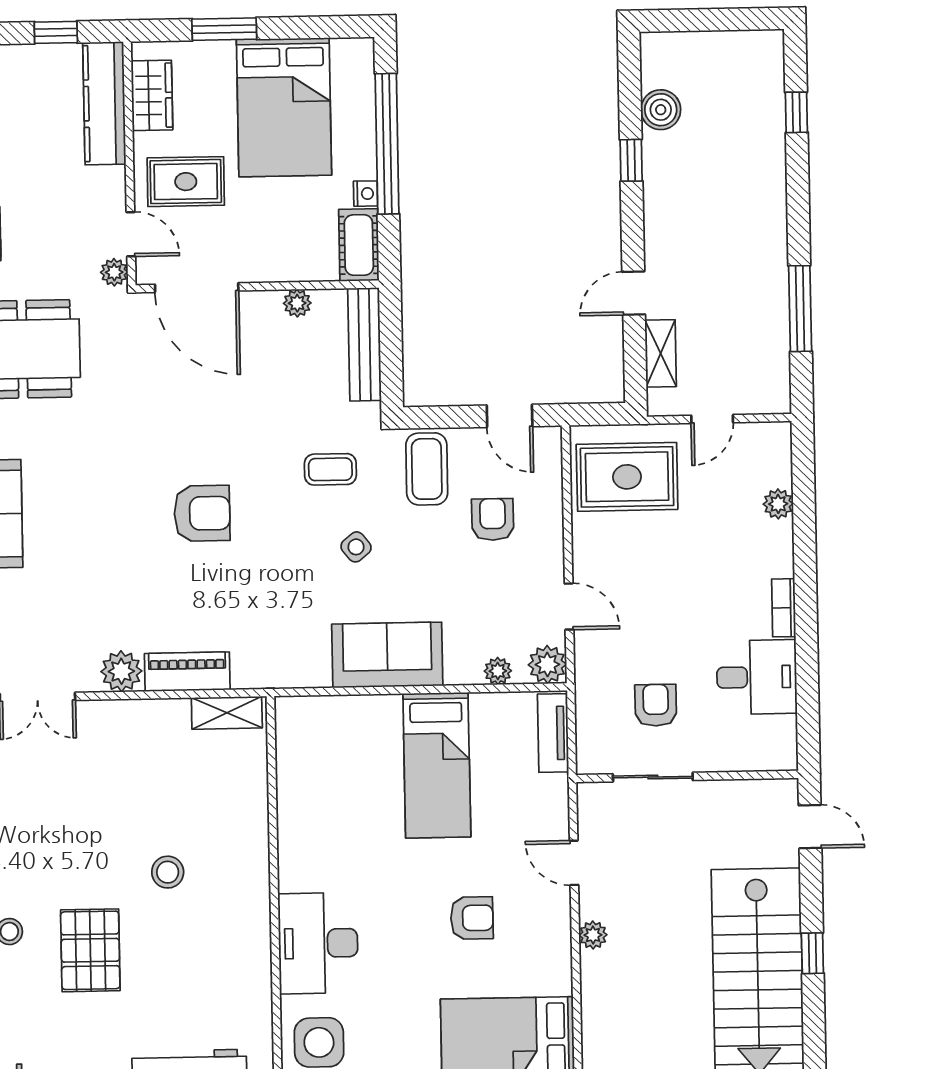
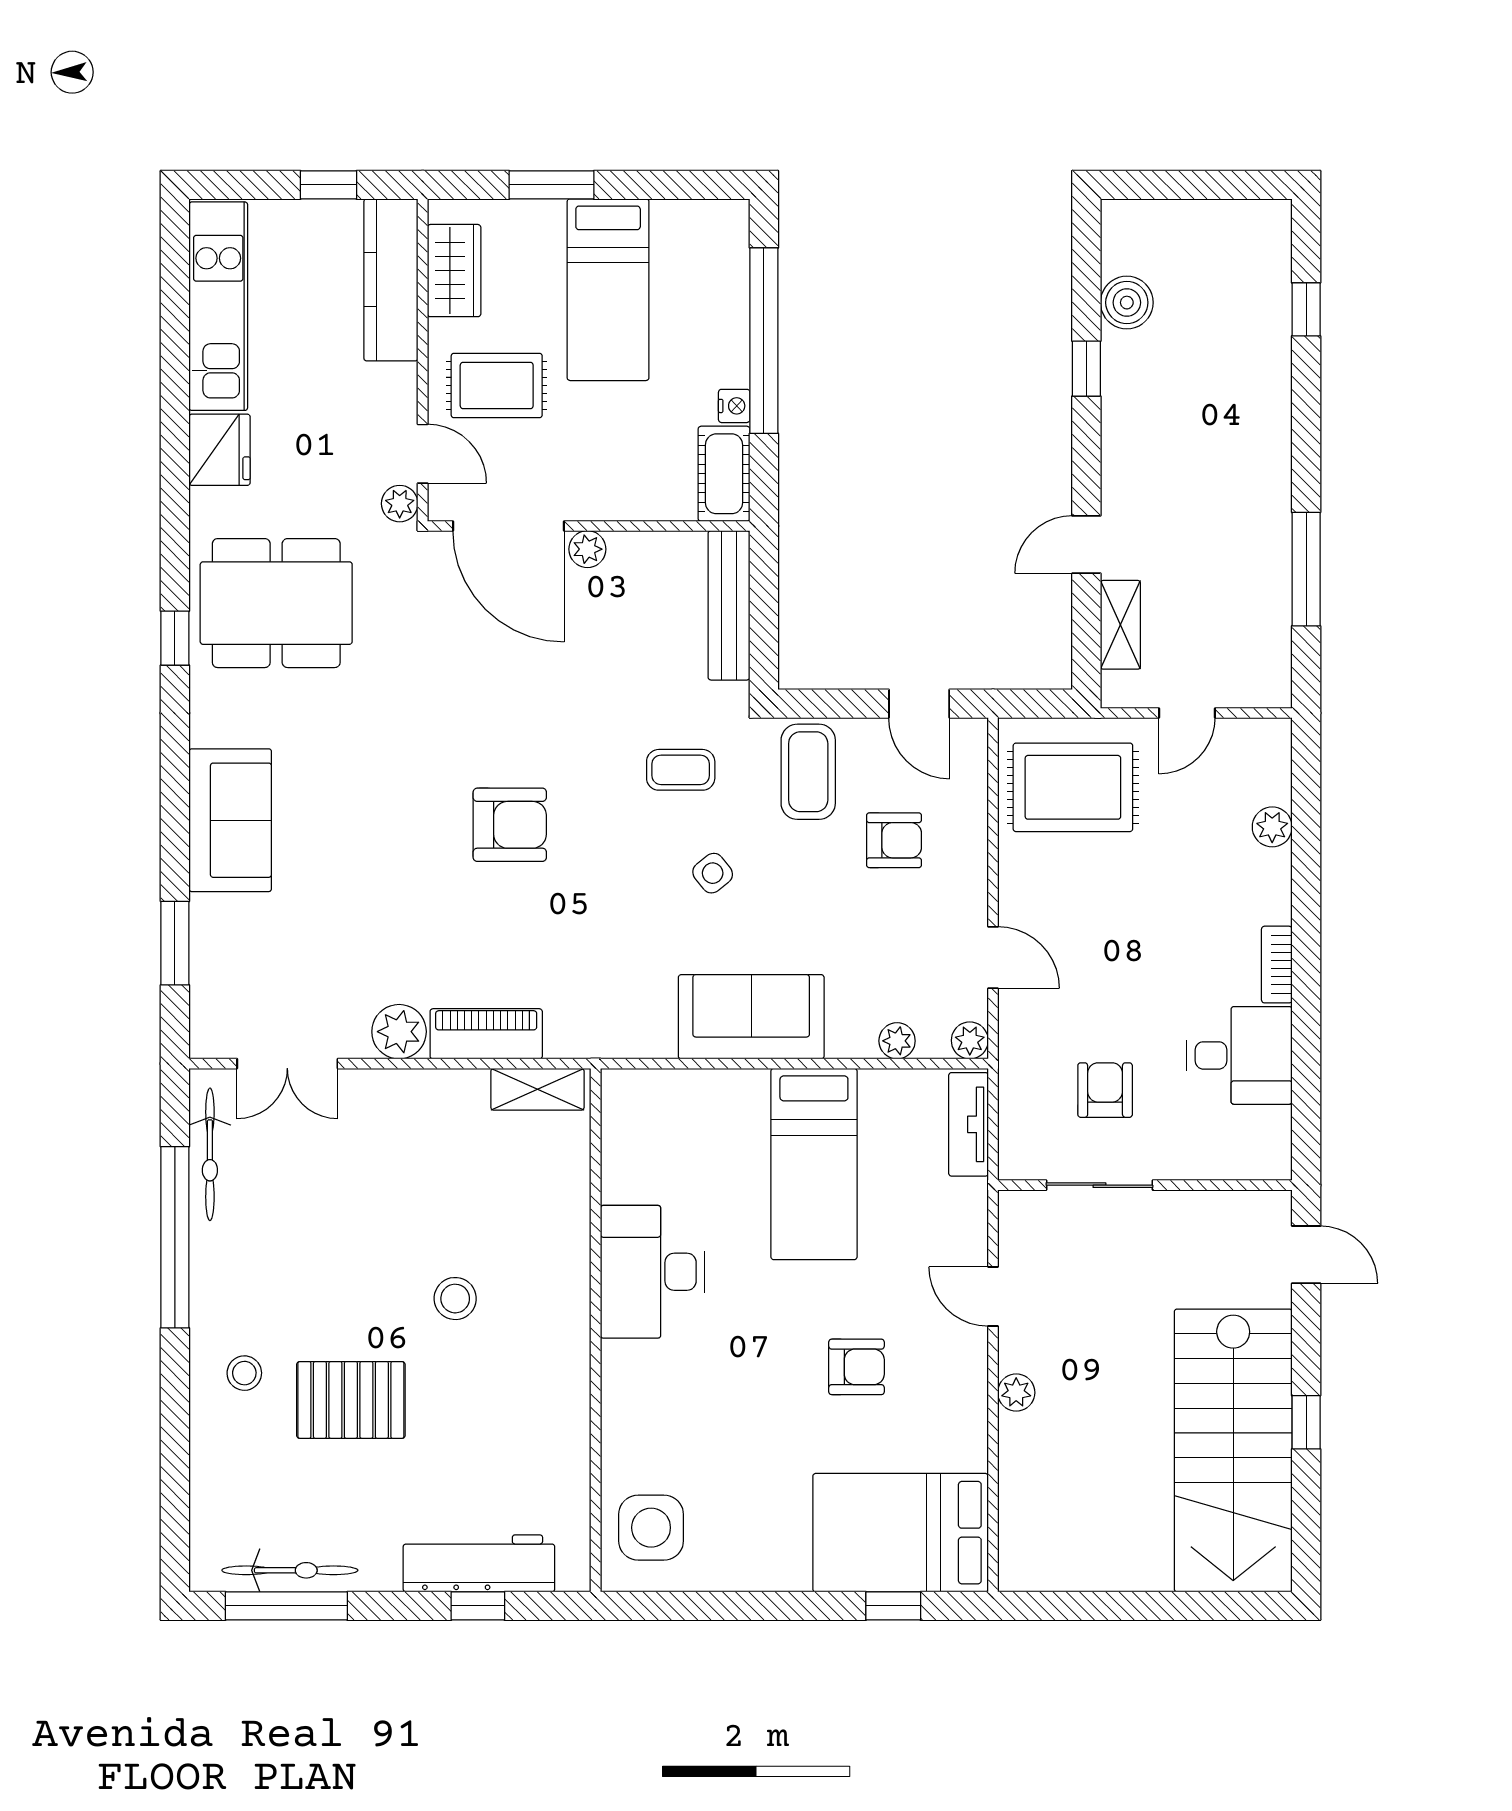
bed: (284, 107) -> (608, 290), width x0.67
plant: (297, 303) -> (587, 549), moved
armchair: (493, 519) -> (894, 840), turned 90
plant: (547, 664) -> (970, 1040), width x0.73, depth x0.73
desk: (318, 943) -> (652, 1272), moved
pallet: (90, 950) -> (351, 1400), turned 90

